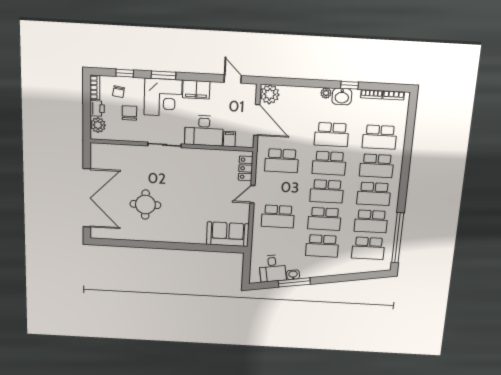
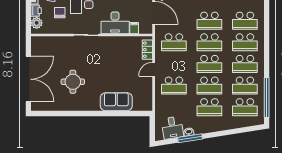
sofa: (228, 234) -> (116, 102), moved

